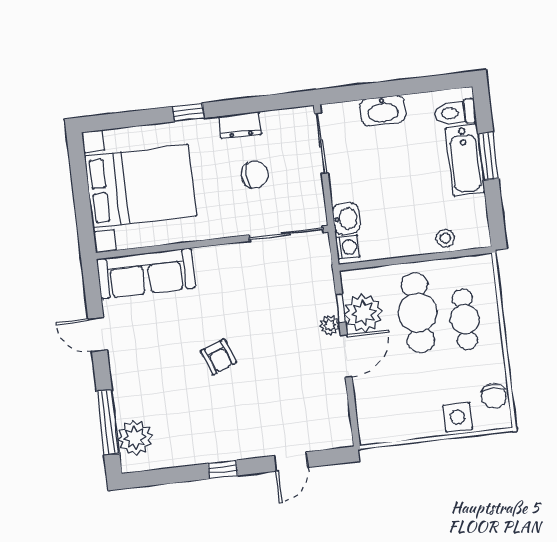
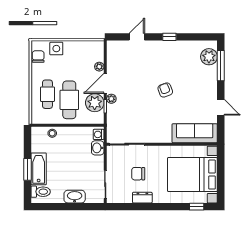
window: (188, 112) -> (197, 207), moved
plant: (363, 390) -> (99, 67), added

